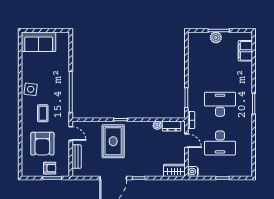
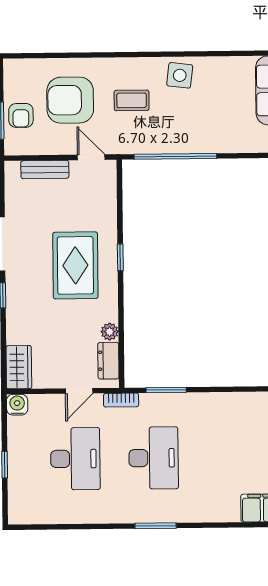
door: (71, 134) -> (91, 157), swing flipped
rug: (113, 141) -> (75, 265), moved, turned 90
desk: (220, 143) -> (75, 459), turned 180

